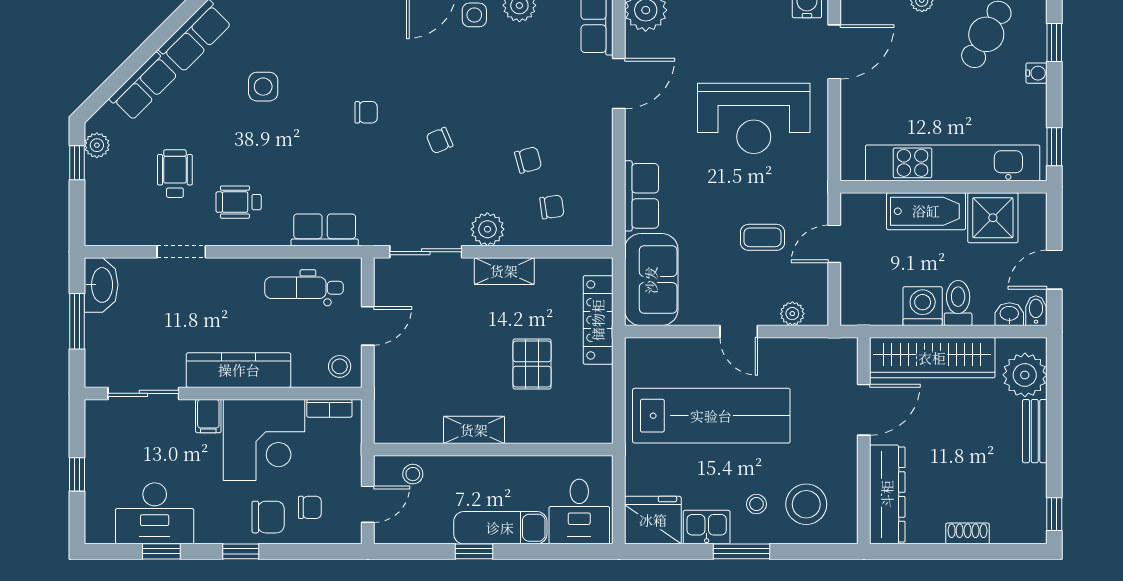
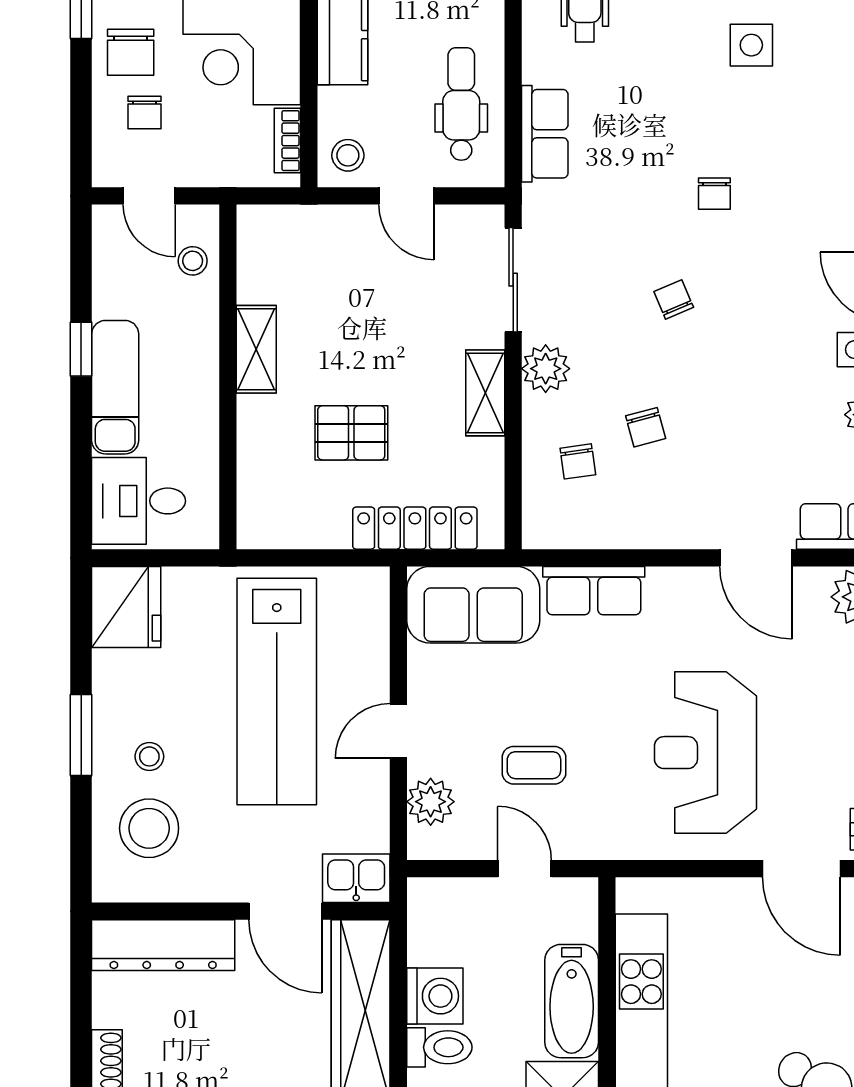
coffee table: (763, 237) -> (534, 765), turned 90
plant: (792, 314) -> (431, 802), width x1.38, depth x1.38
kitchen sink: (707, 527) -> (356, 878), moved, turned -90

